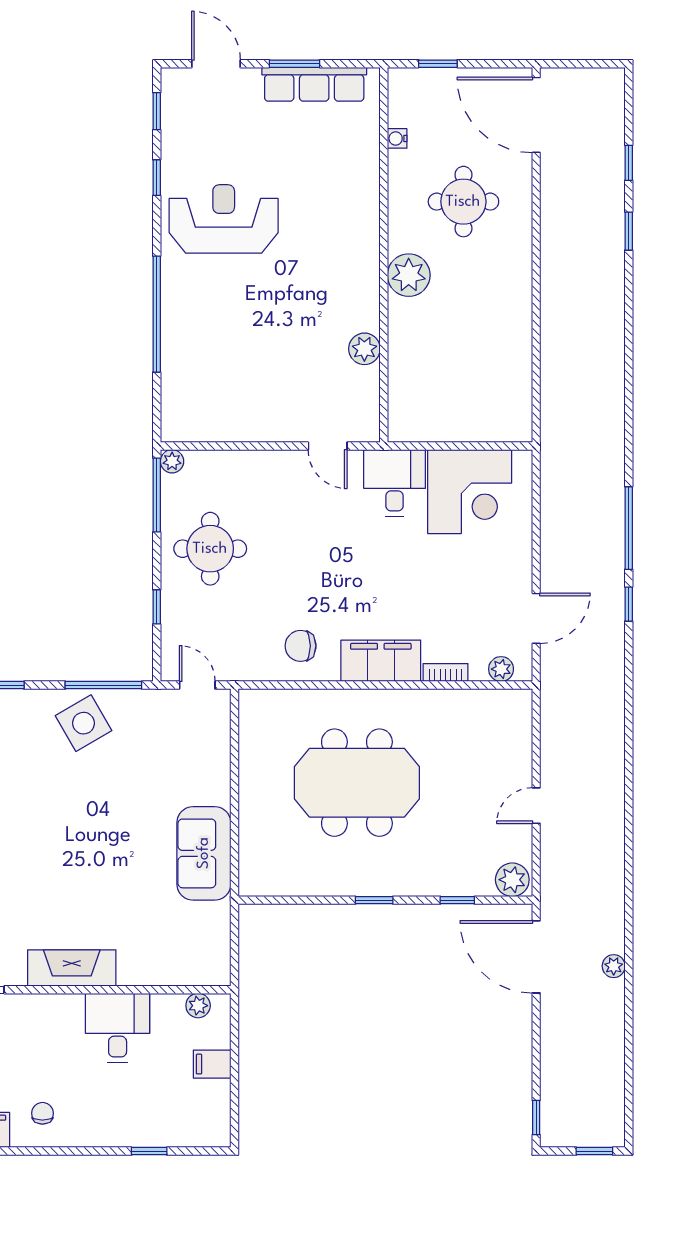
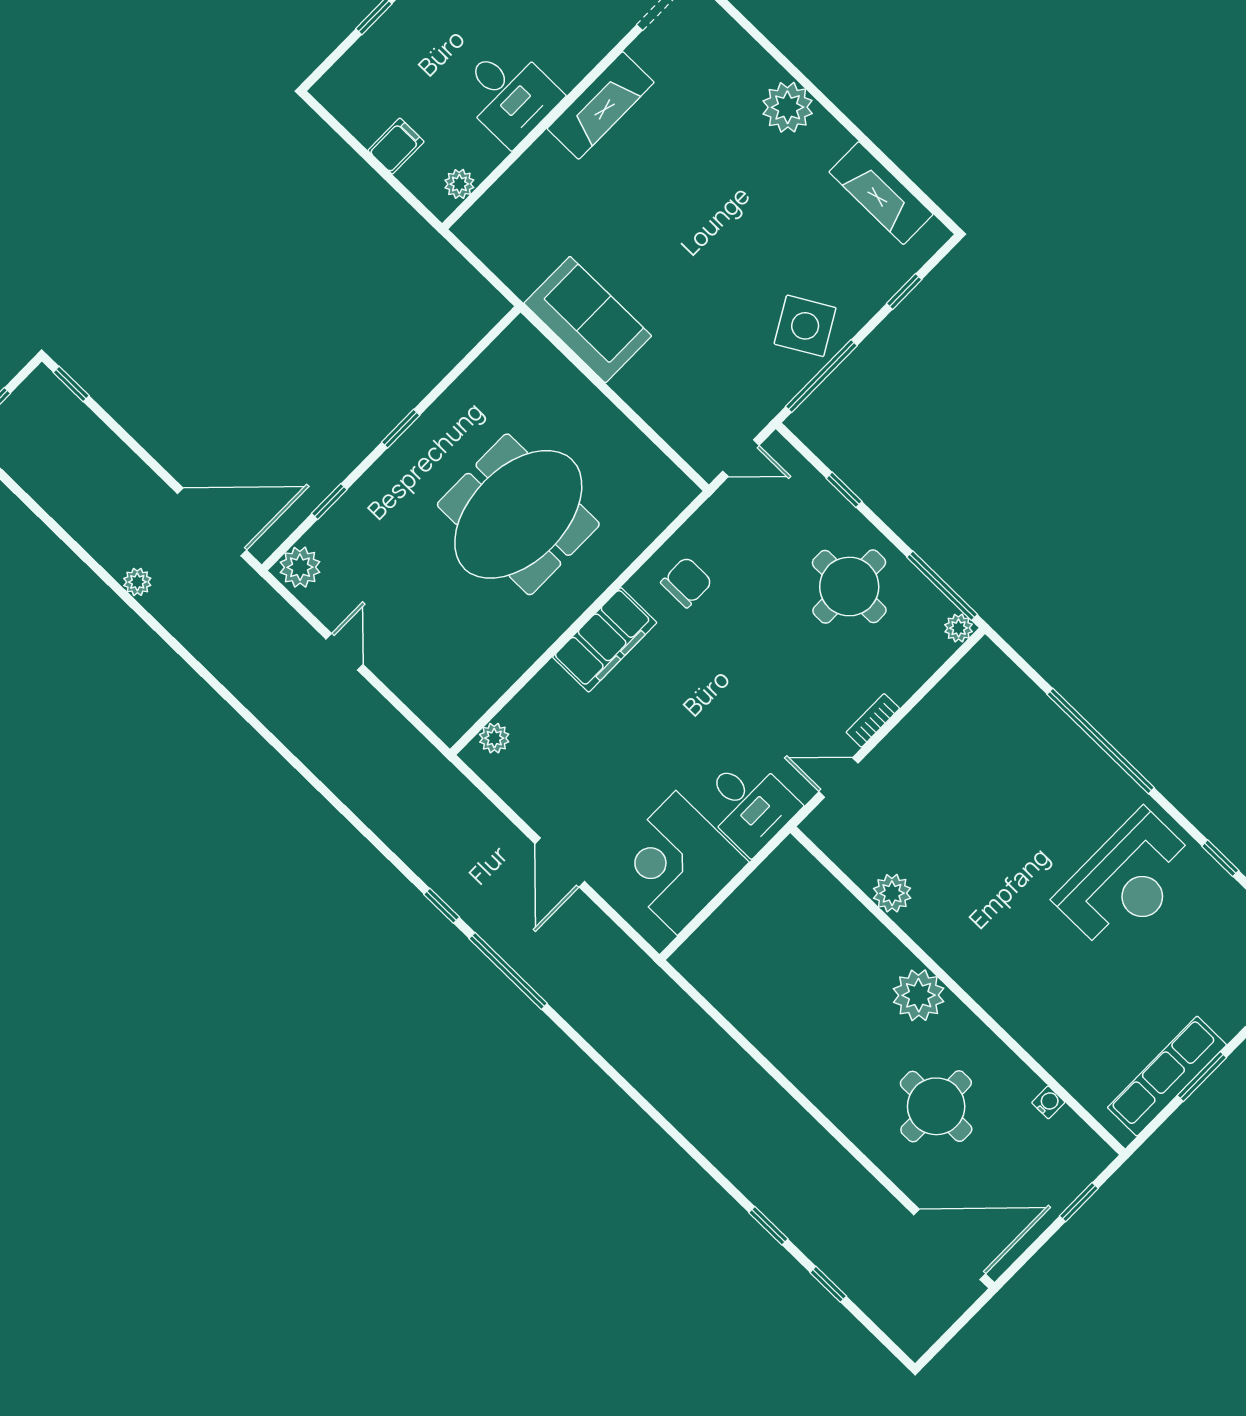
door: (536, 618) -> (560, 863), moved
bookcase: (446, 673) -> (873, 720), moved, turned 180

